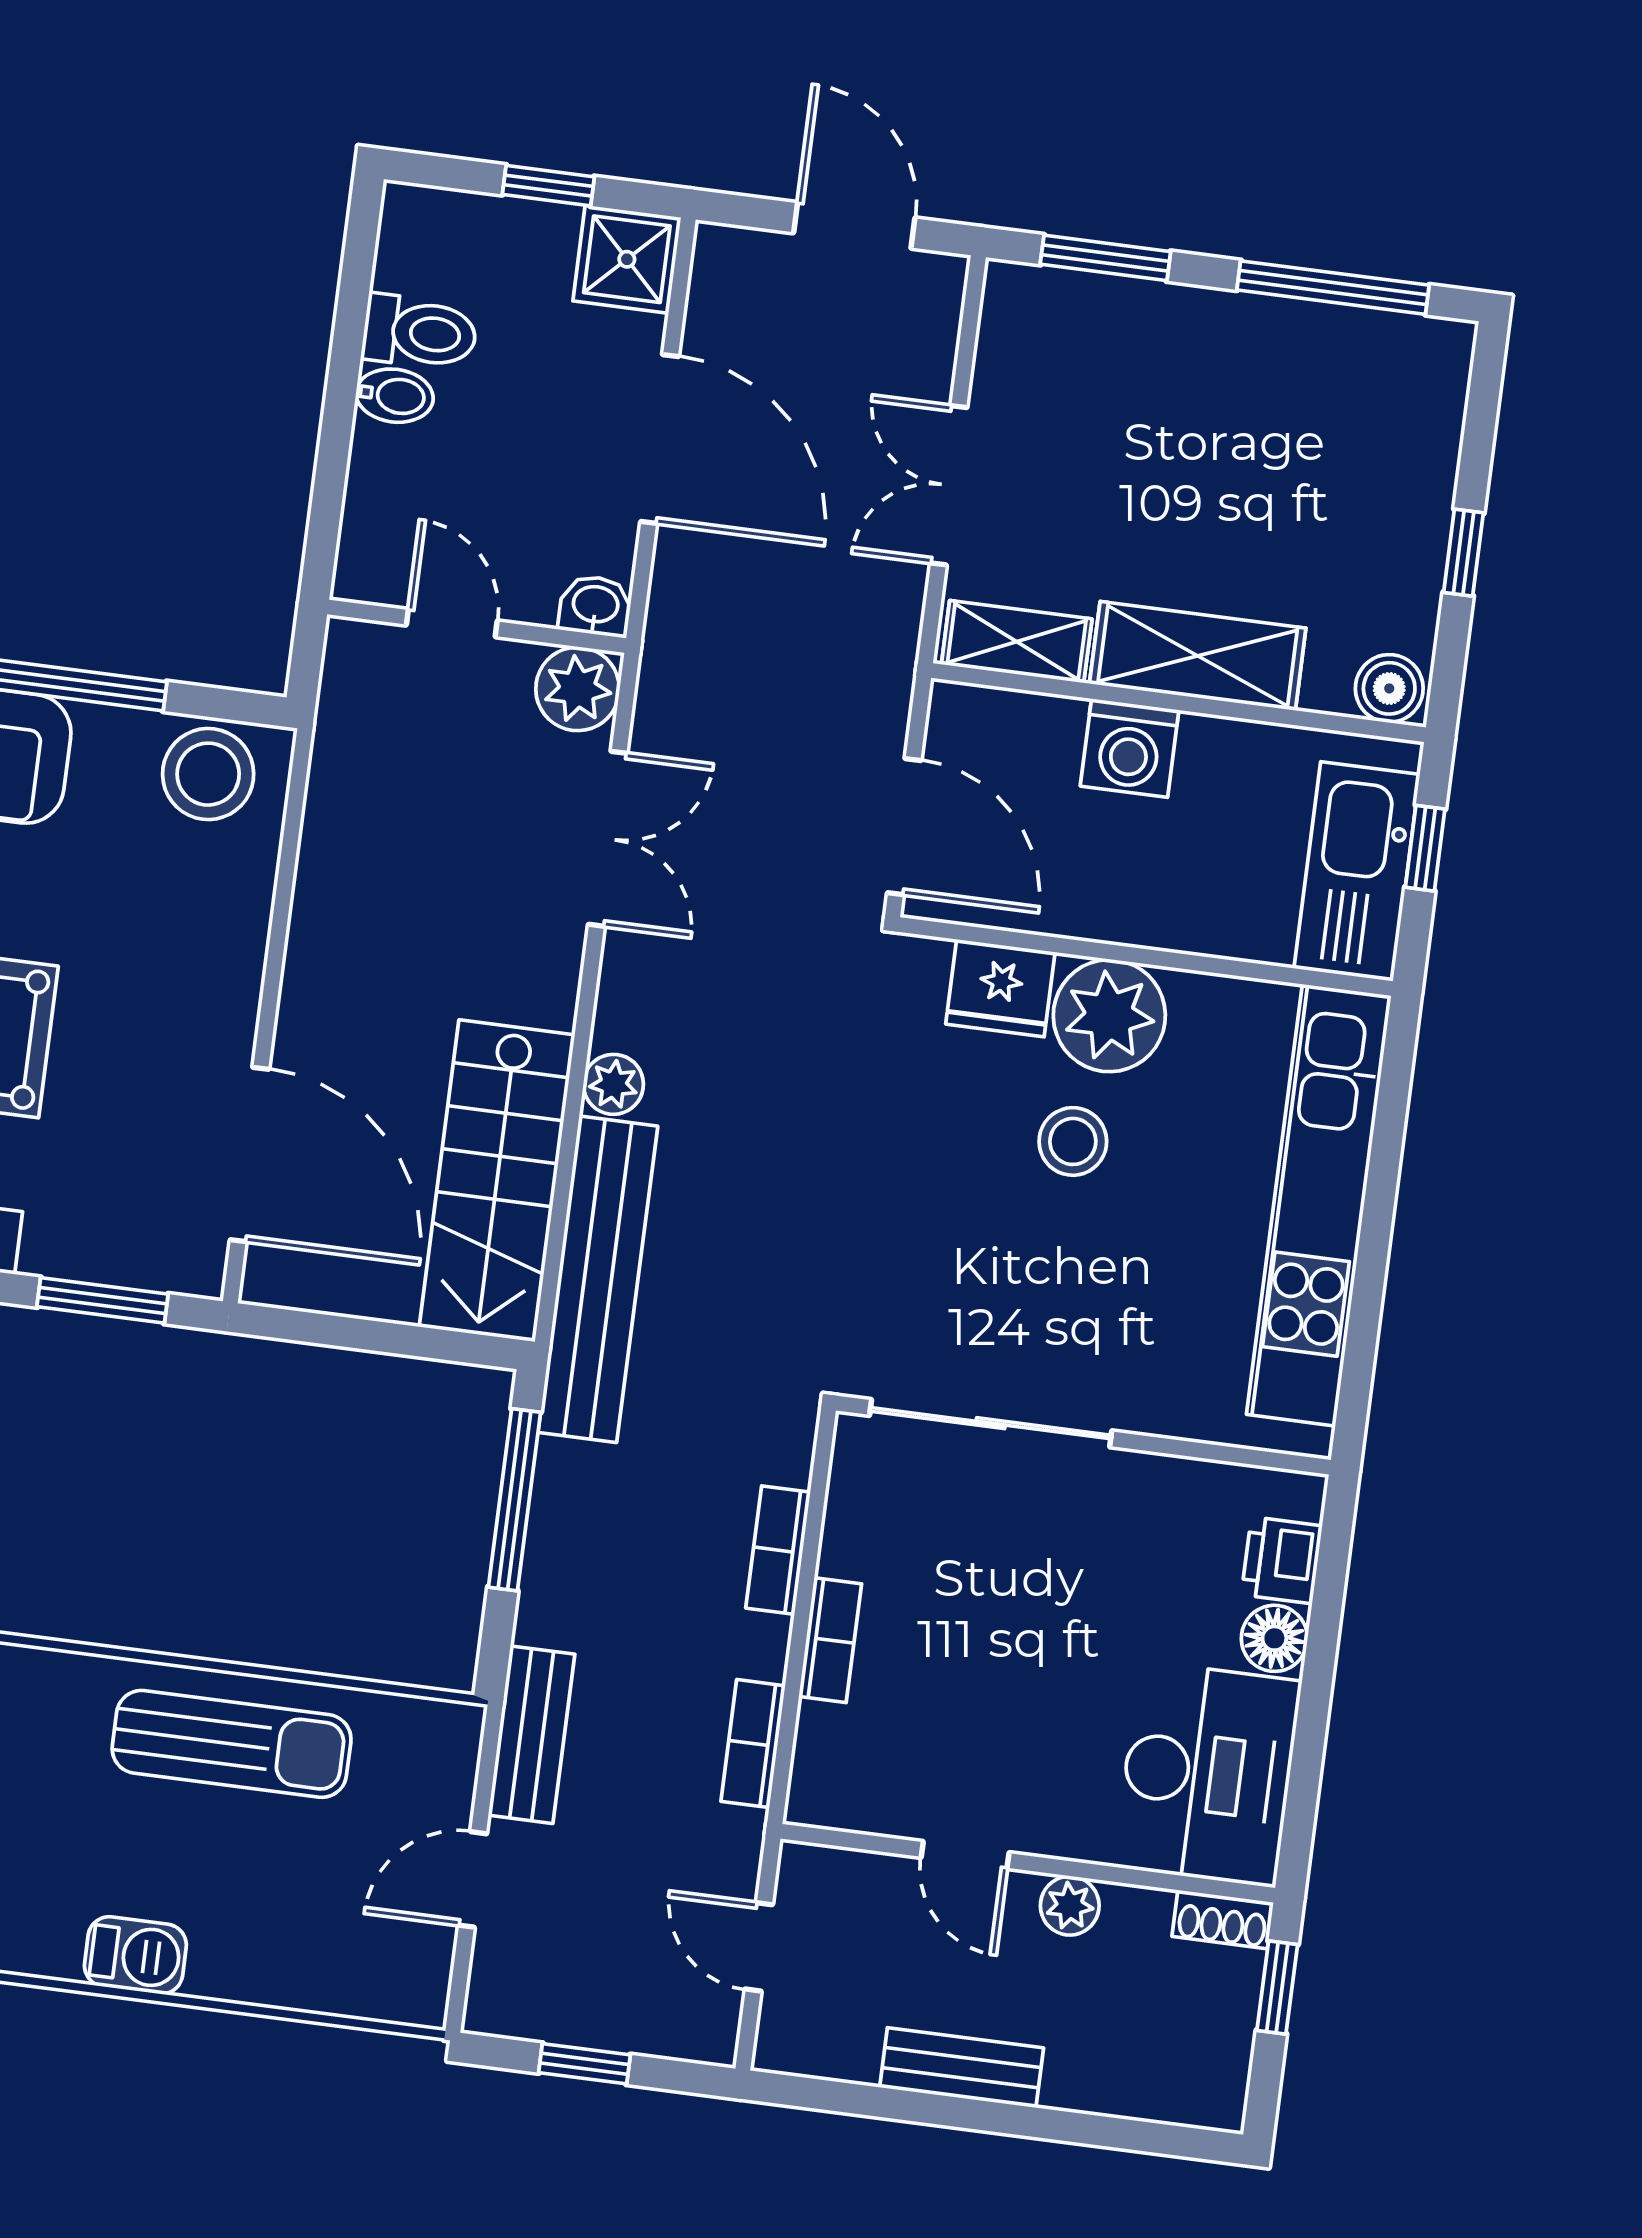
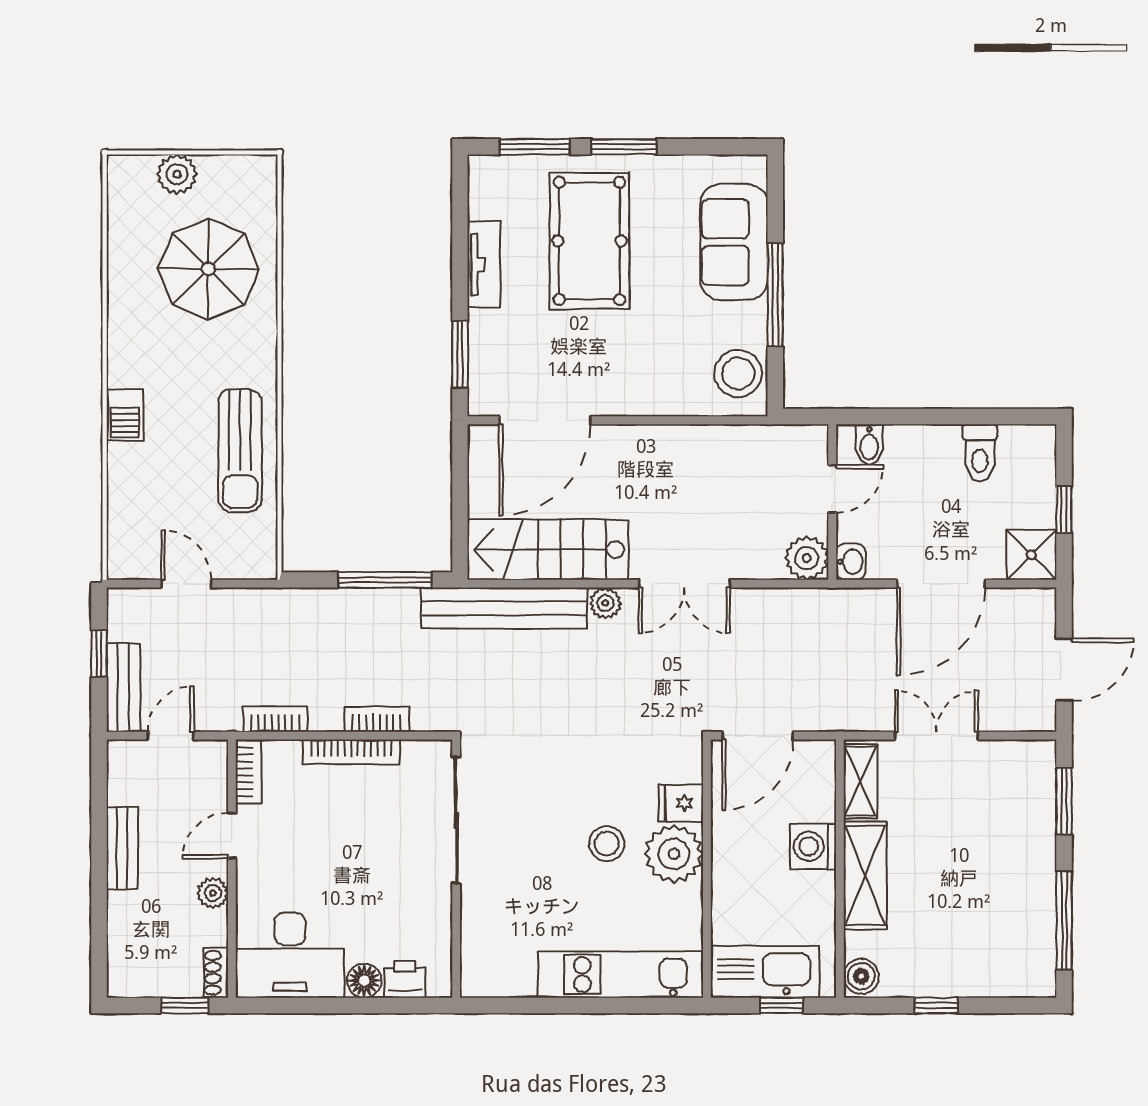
bidet: (395, 396) -> (869, 444), moved
double door: (608, 839) -> (684, 584), moved
fridge: (1000, 988) -> (681, 803), width x0.72
kitchen unit: (1319, 1205) -> (620, 975), width x0.73
bookcase: (830, 1640) -> (351, 752), width x1.56
bench: (532, 1735) -> (123, 687), moved, turned 90
bookcase: (847, 1807) -> (249, 772), added

